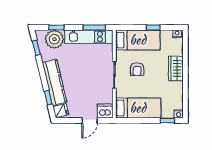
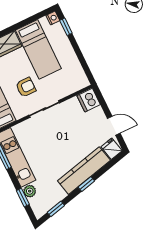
plant: (54, 39) -> (30, 191), width x0.53, depth x0.53
window: (48, 98) -> (86, 184), moved
bed: (138, 108) -> (38, 49), moved, turned 180
door: (90, 120) -> (114, 126), moved

